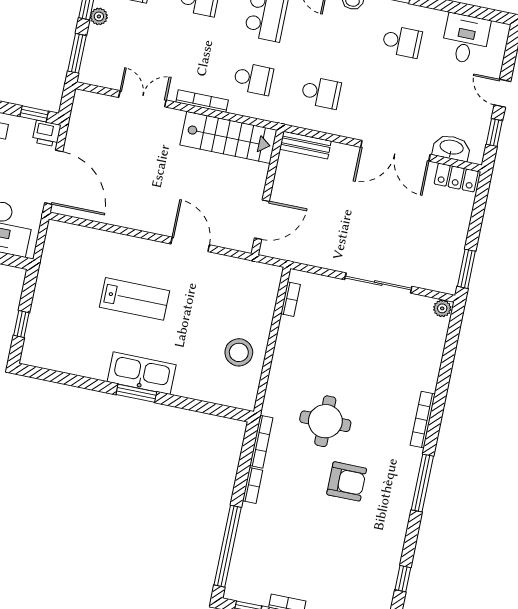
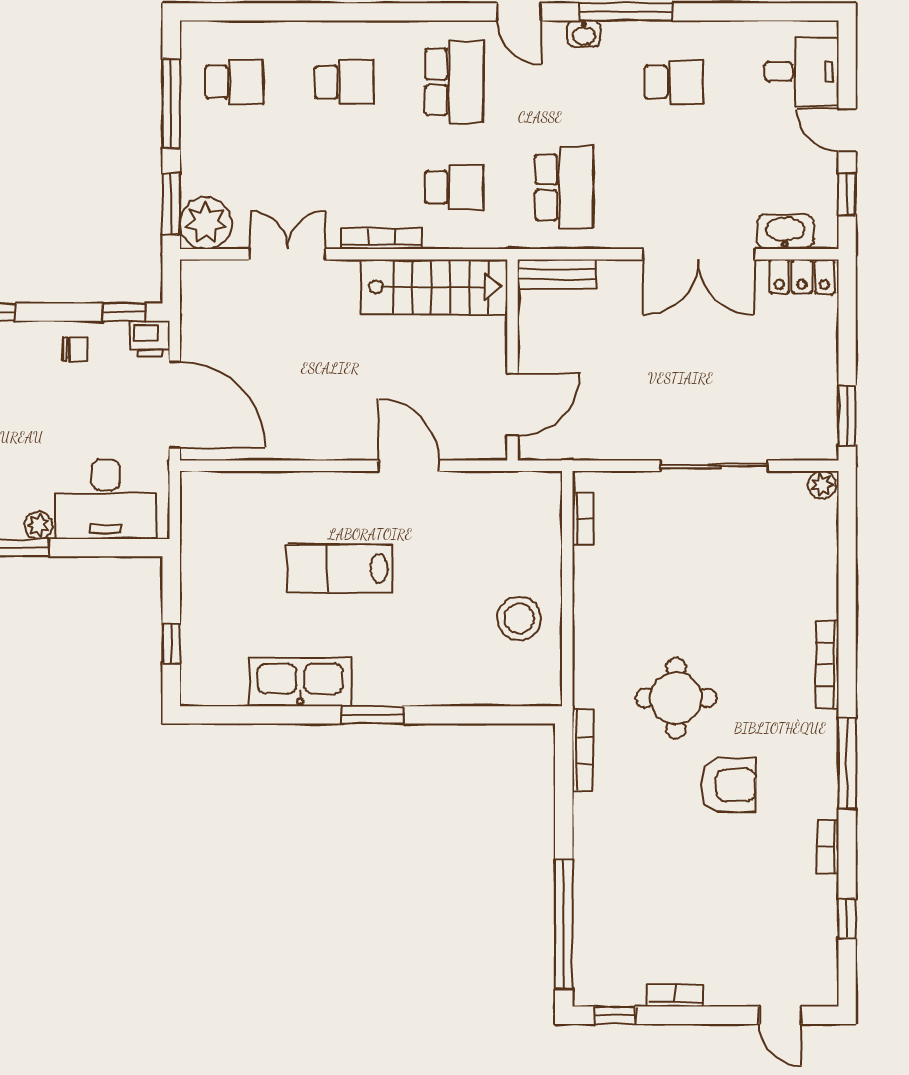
plant: (99, 16) -> (206, 223), moved, width x1.88, depth x1.88
desk: (466, 39) -> (801, 72), moved, turned 90
school desk: (321, 93) -> (564, 187), width x1.85
lab bench: (135, 299) -> (340, 569), turned 180
kitchen sink: (142, 373) -> (300, 682), moved
bookcase: (253, 485) -> (828, 847), moved, turned 180

